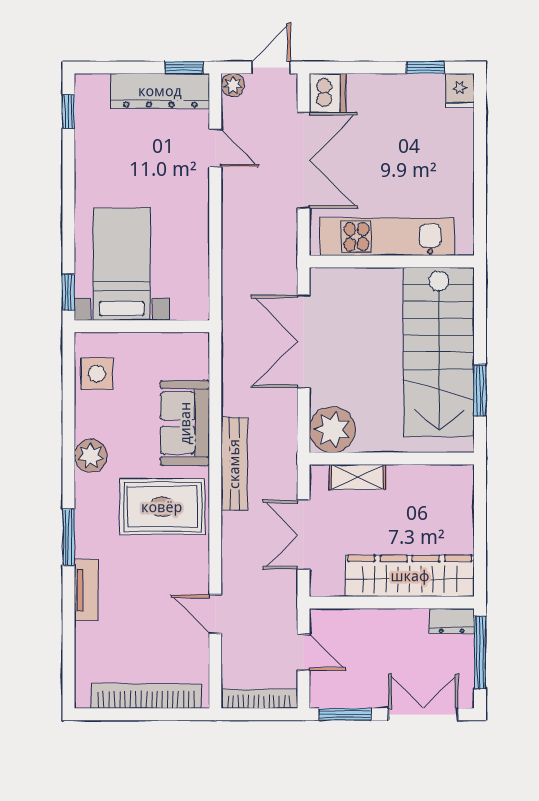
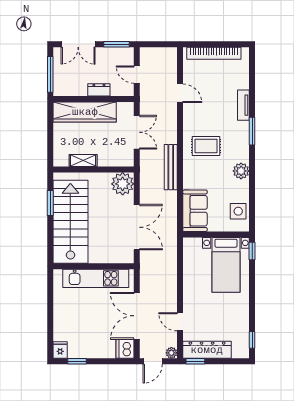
sofa: (185, 423) -> (195, 211), moved
shelving: (357, 477) -> (83, 161), moved
rug: (162, 507) -> (206, 146), width x0.73, depth x0.70
dresser: (452, 621) -> (99, 90), moved
bookcase: (259, 699) -> (159, 52), removed

